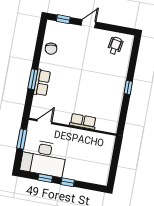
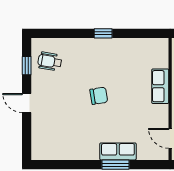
window: (63, 19) -> (27, 66), moved
chair: (51, 49) -> (99, 96), moved

